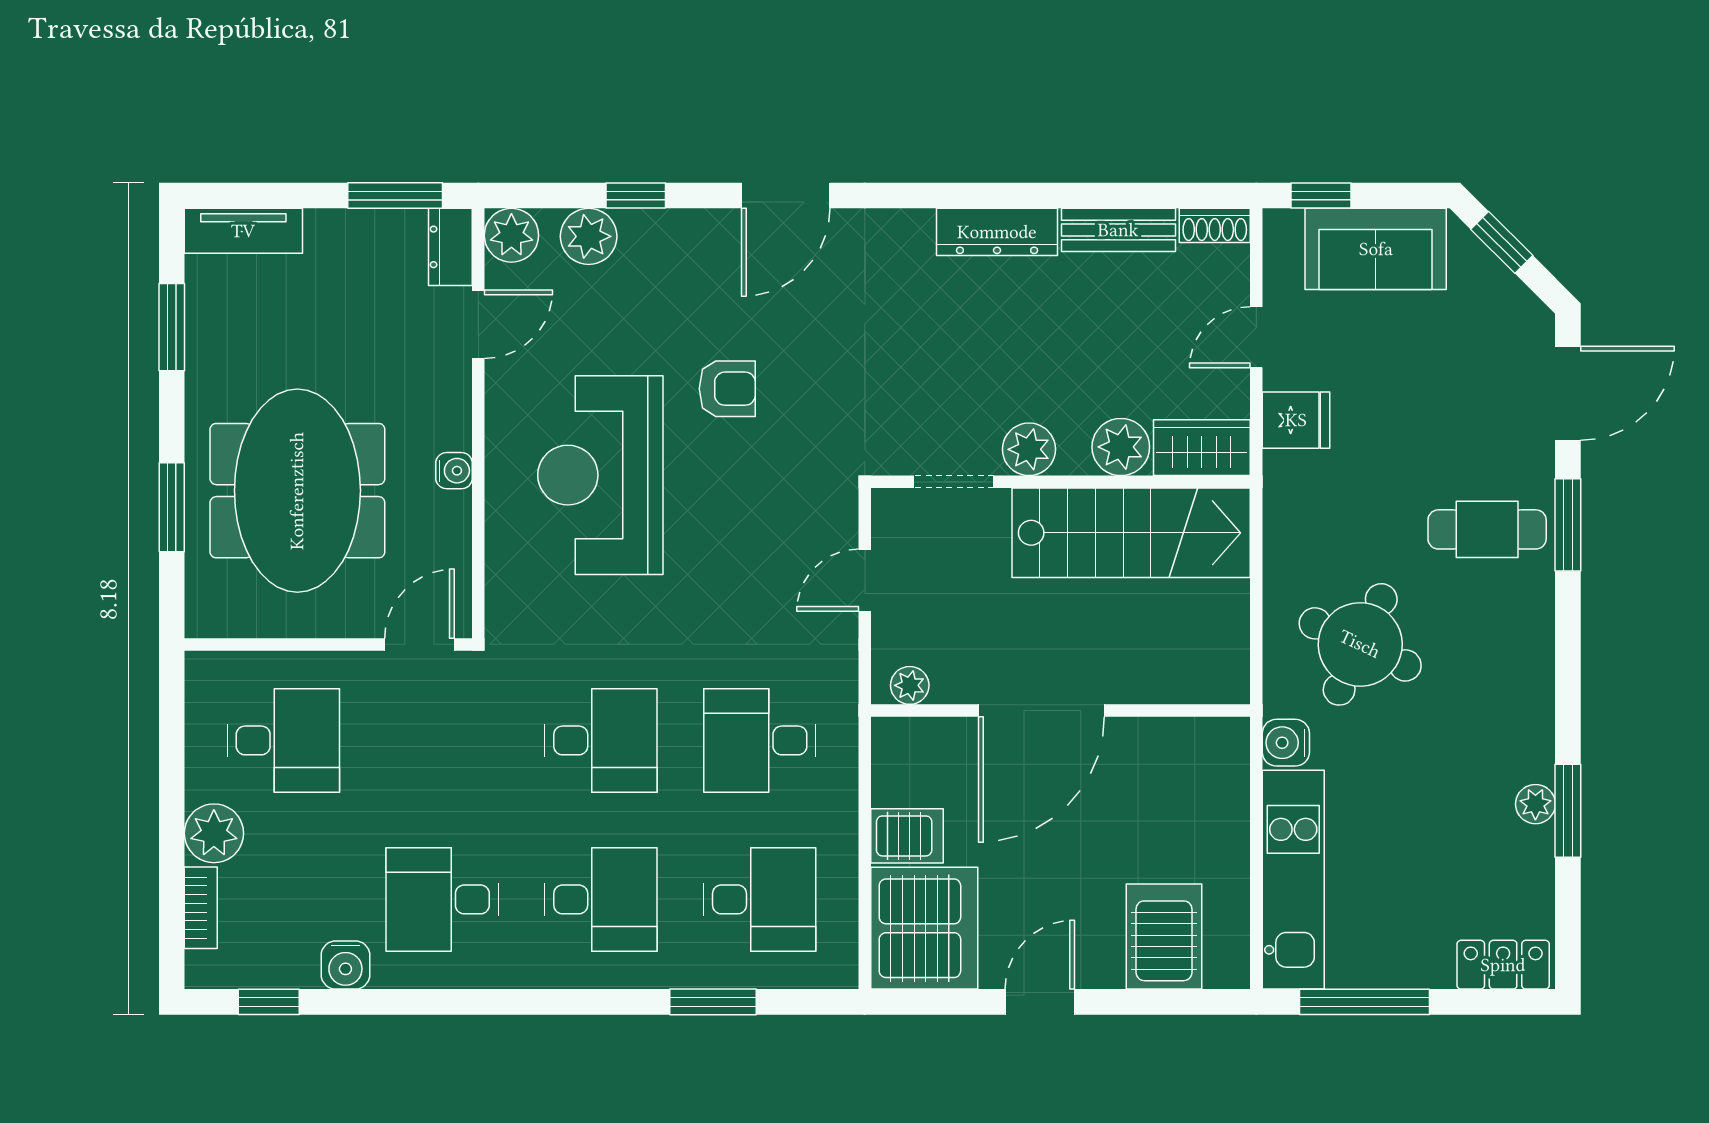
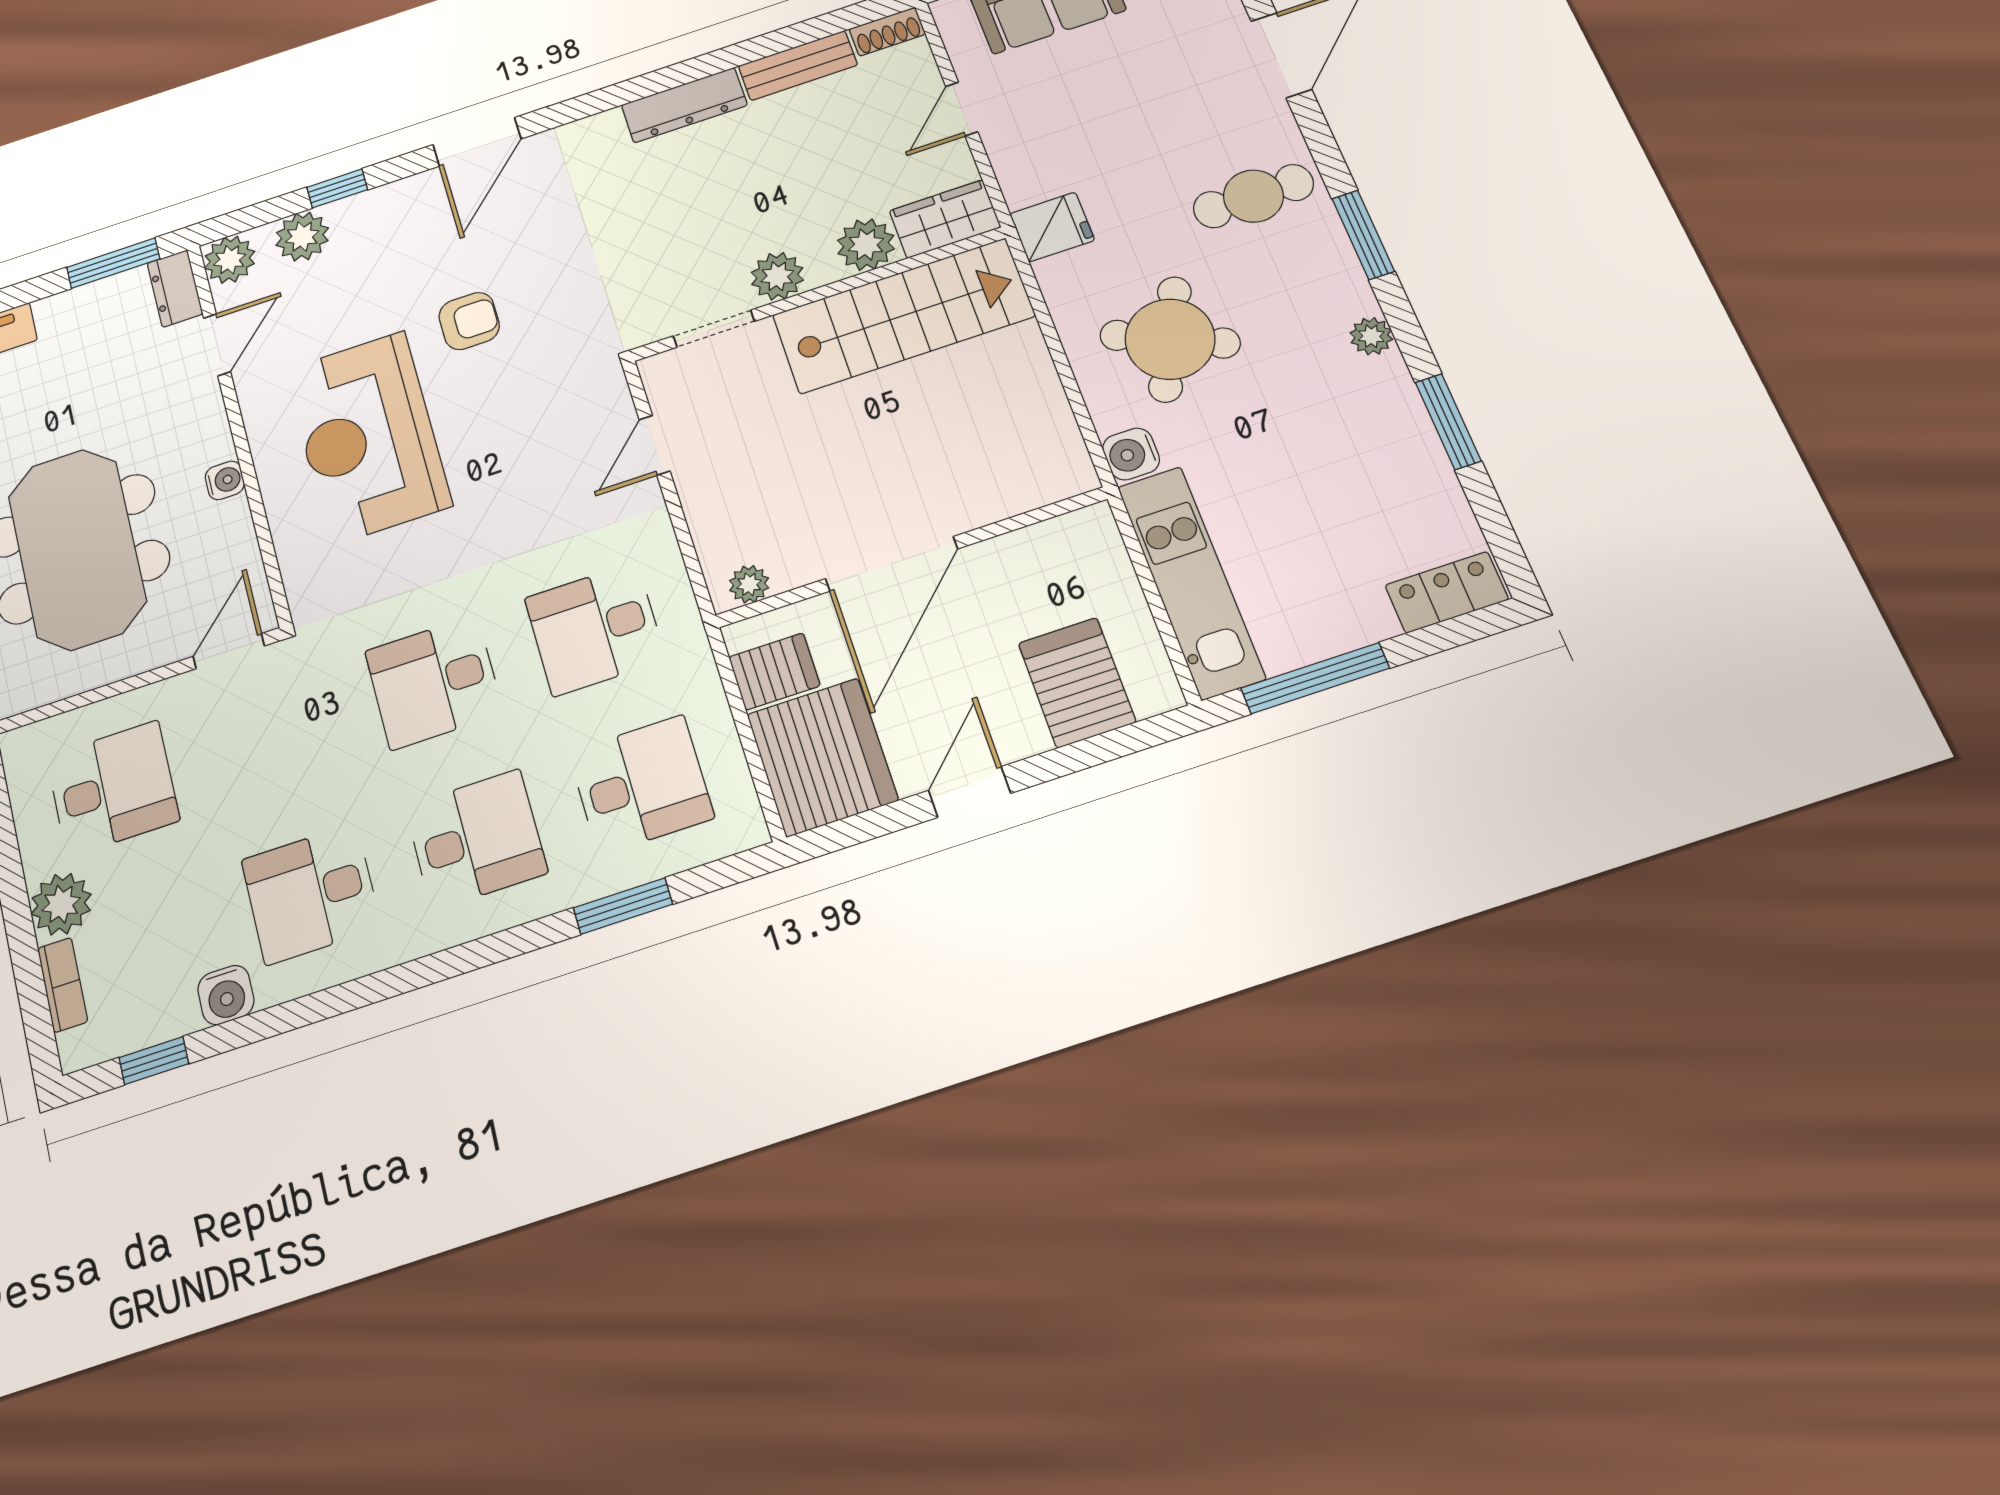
fridge: (1296, 420) -> (1052, 227), moved
window: (1568, 525) -> (1363, 235), moved
plant: (910, 685) -> (749, 584), moved
door: (1041, 711) -> (891, 564), moved
wall: (1061, 711) -> (911, 557), moved
desk: (601, 740) -> (434, 682), turned 180
plant: (1535, 804) -> (1371, 336), moved

